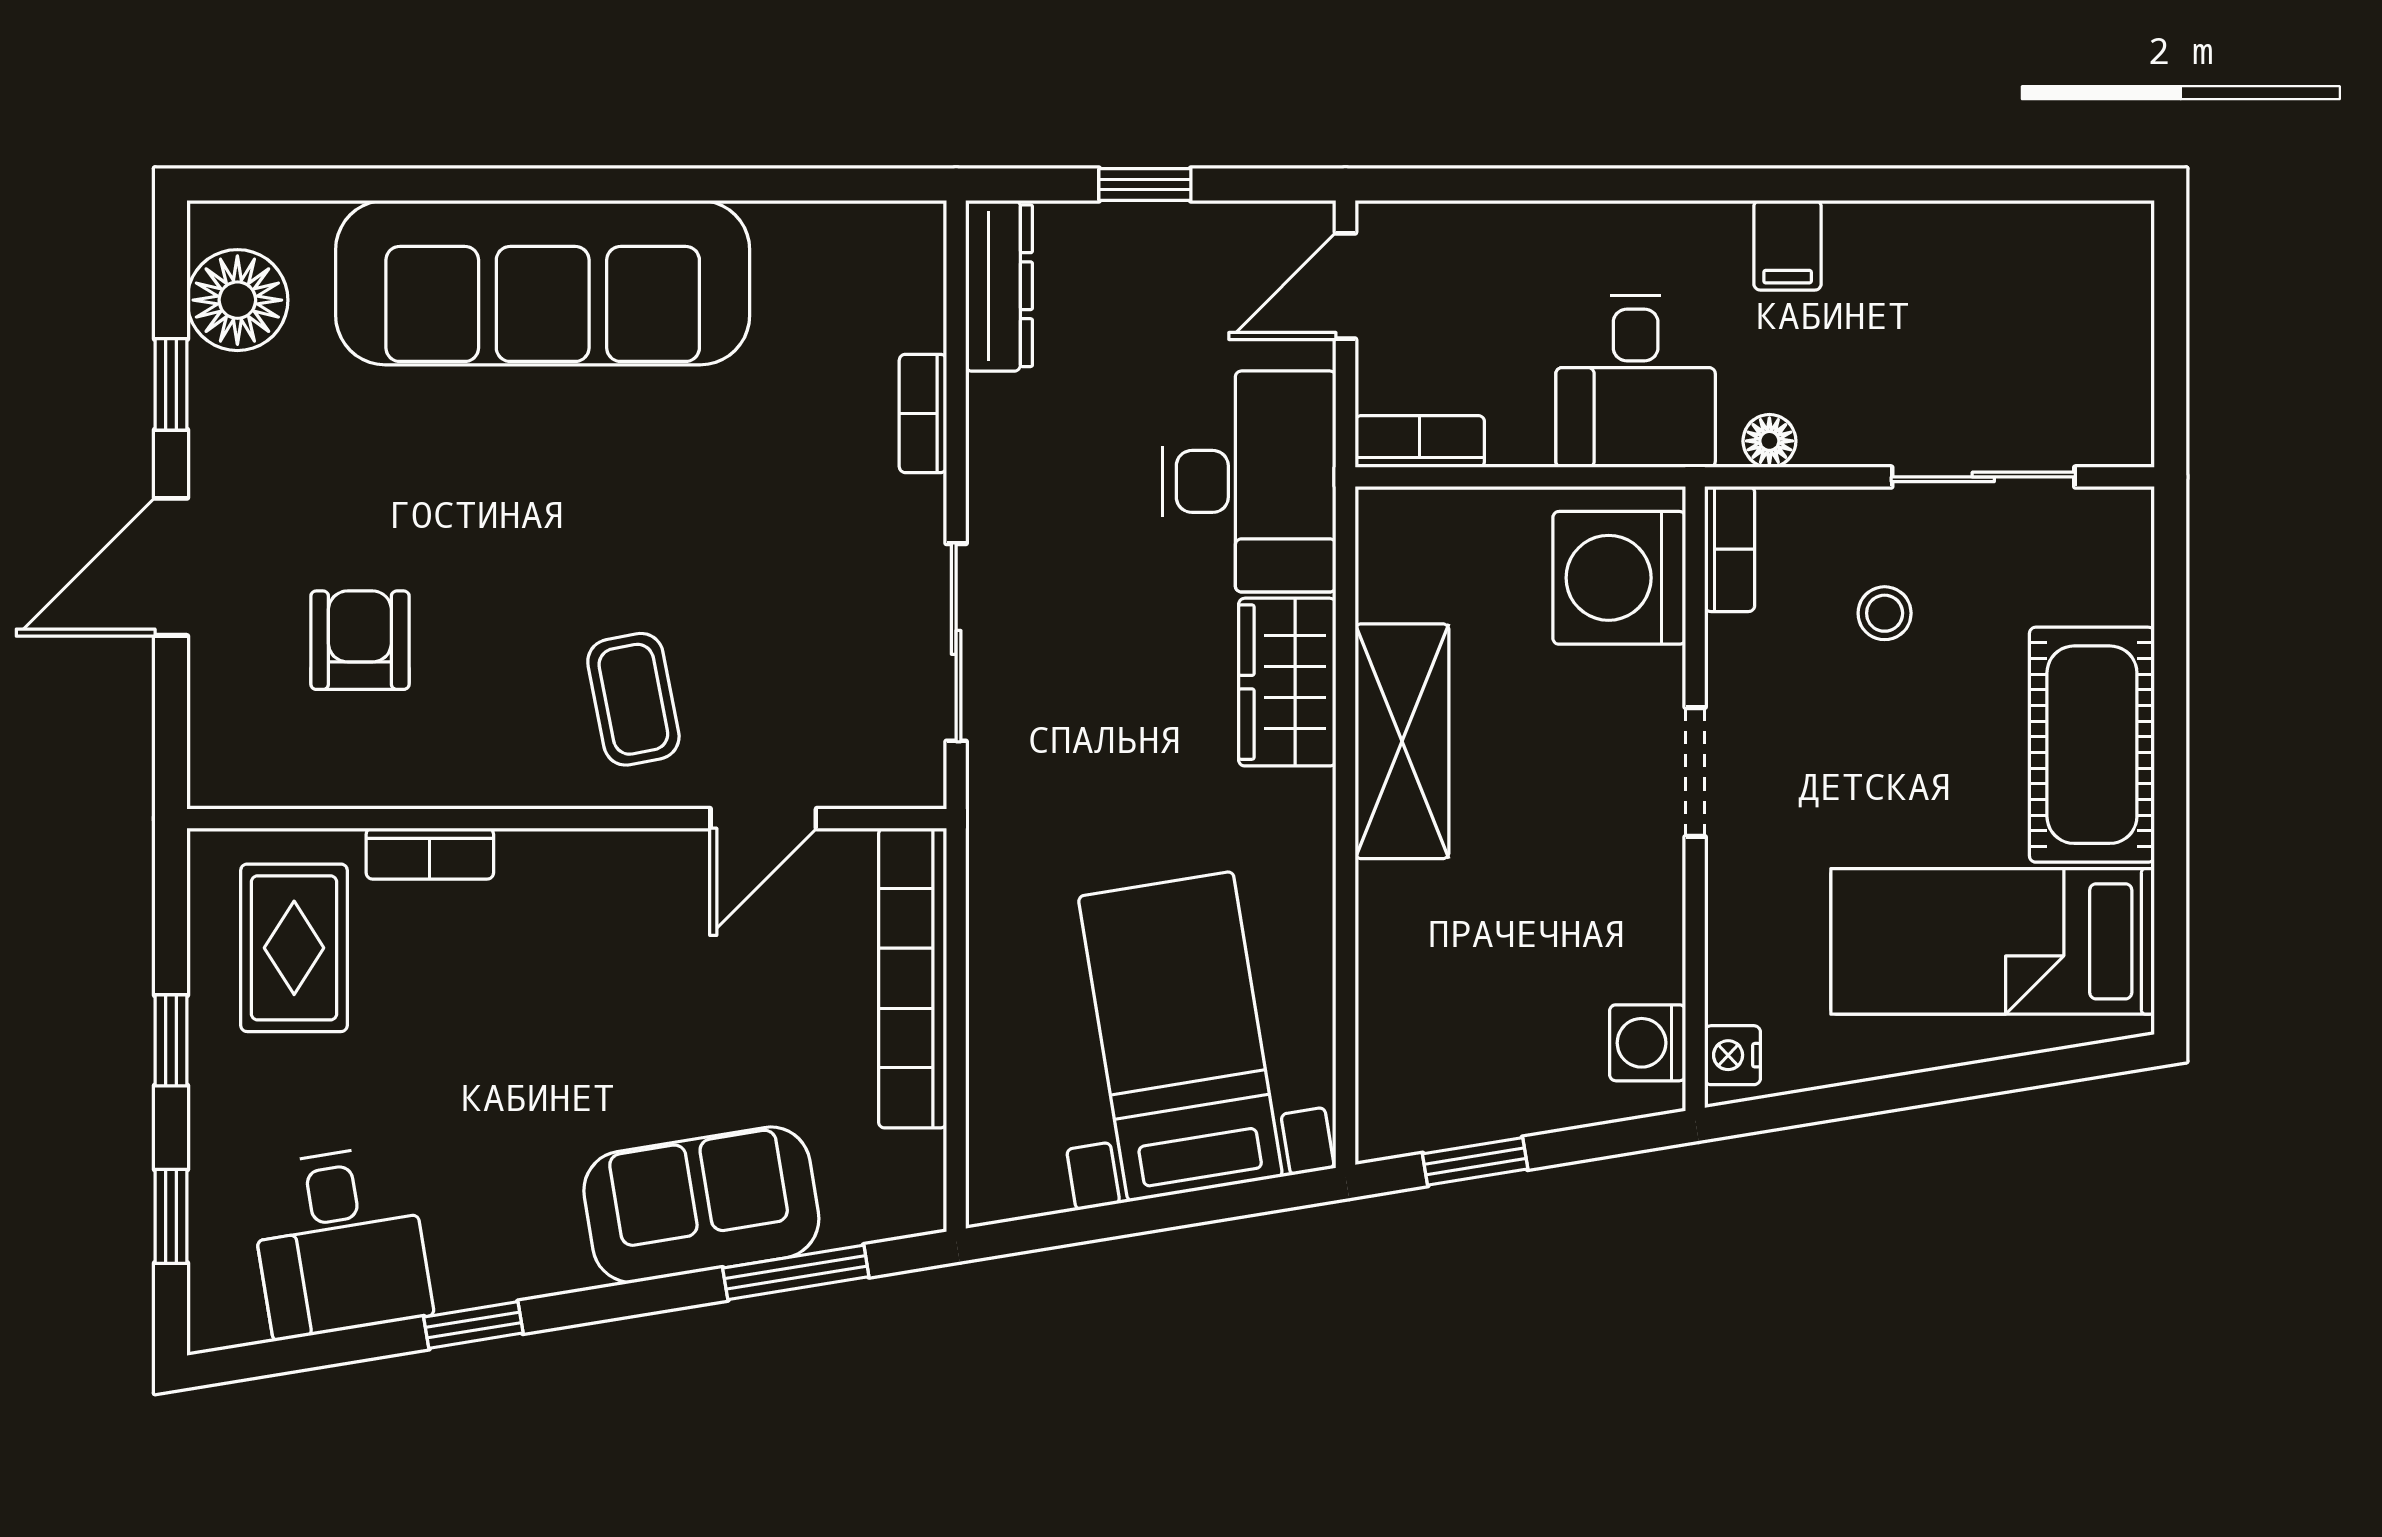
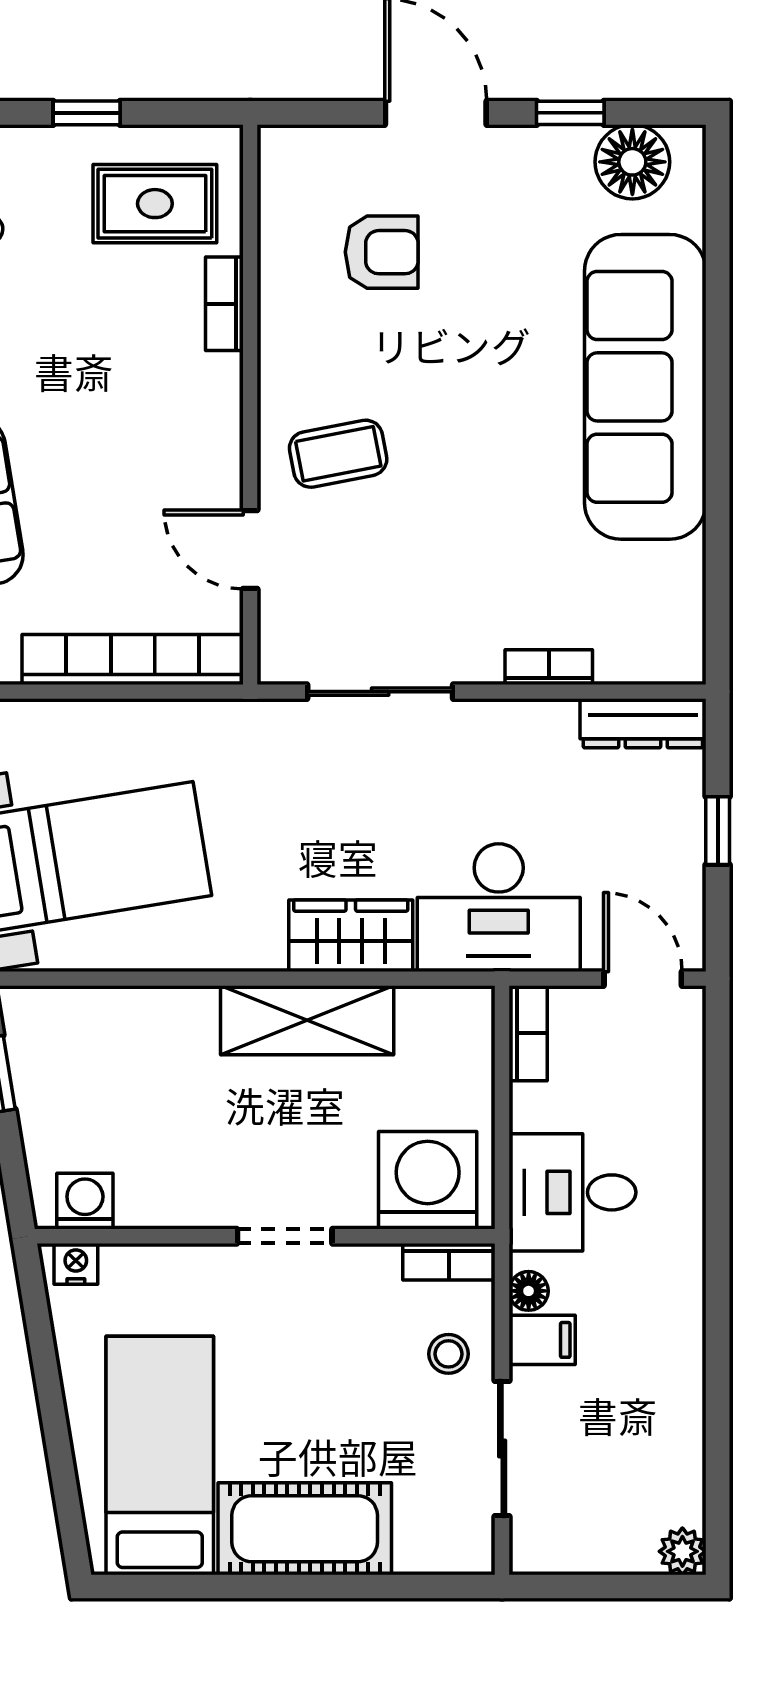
plant: (2123, 232) -> (682, 1551), added
filing cabinet: (1788, 245) -> (542, 1340), moved, turned 180
stool: (1885, 613) -> (449, 1354), moved

